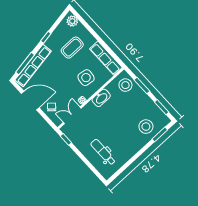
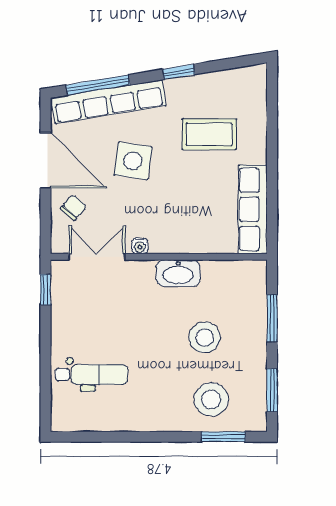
plant: (72, 21) -> (254, 87), removed
side table: (86, 78) -> (133, 161), moved
stool: (125, 85) -> (205, 337), moved
dental chair: (103, 152) -> (91, 374), turned 90

